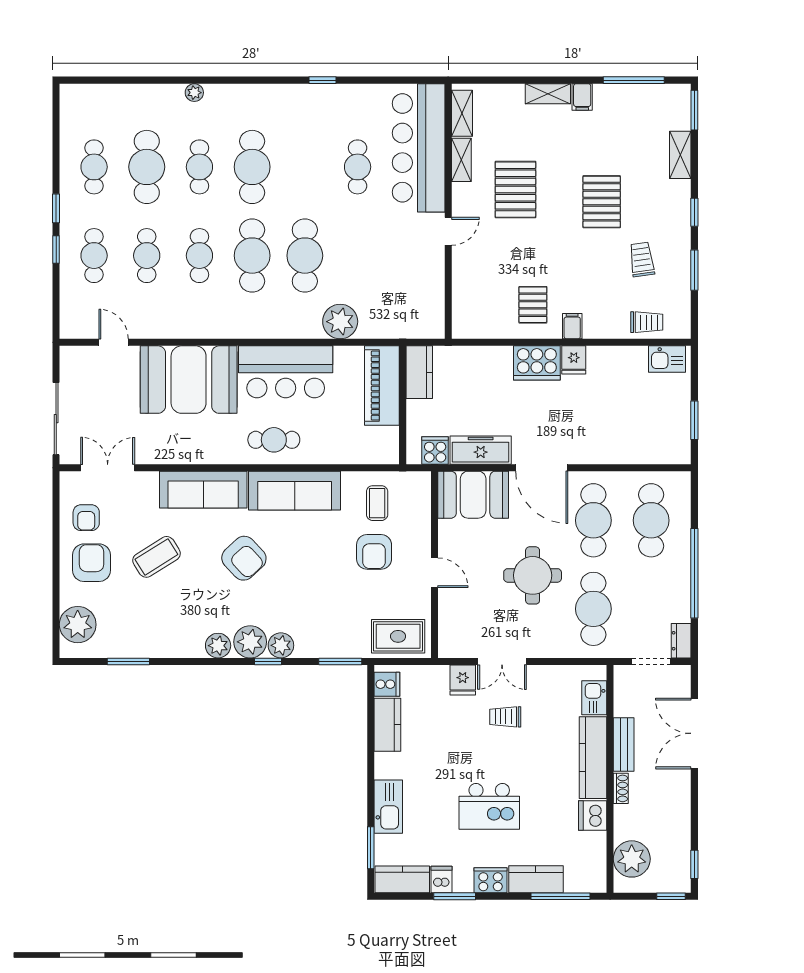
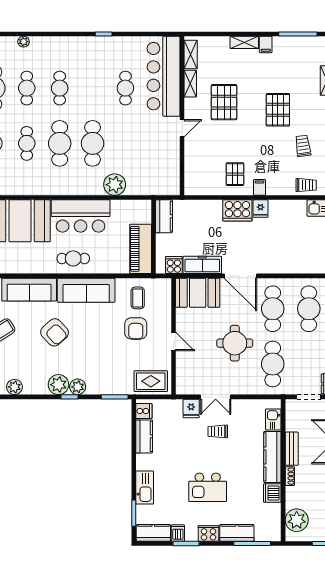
cafe table: (252, 167) -> (60, 88), width x0.73, depth x0.74
piano: (382, 386) -> (141, 249), moved
plant: (218, 646) -> (14, 387), moved

